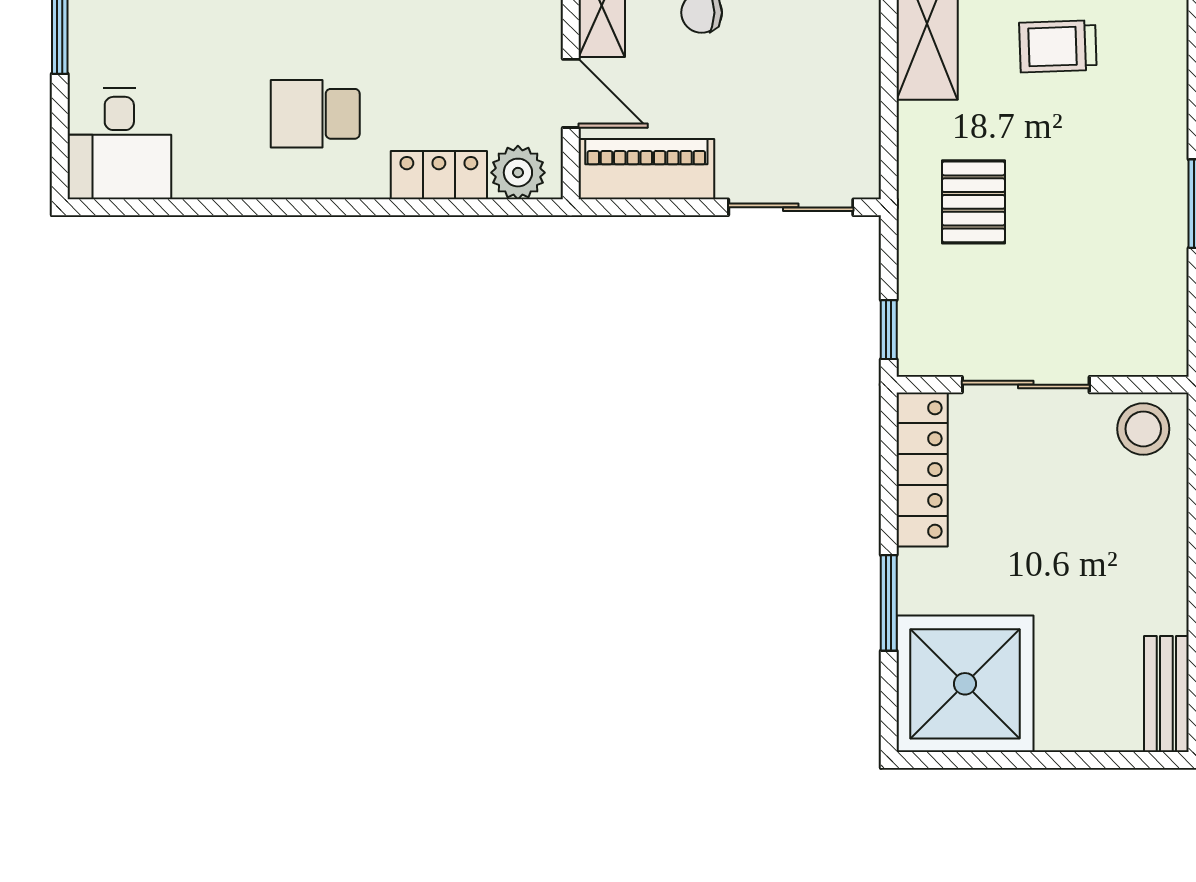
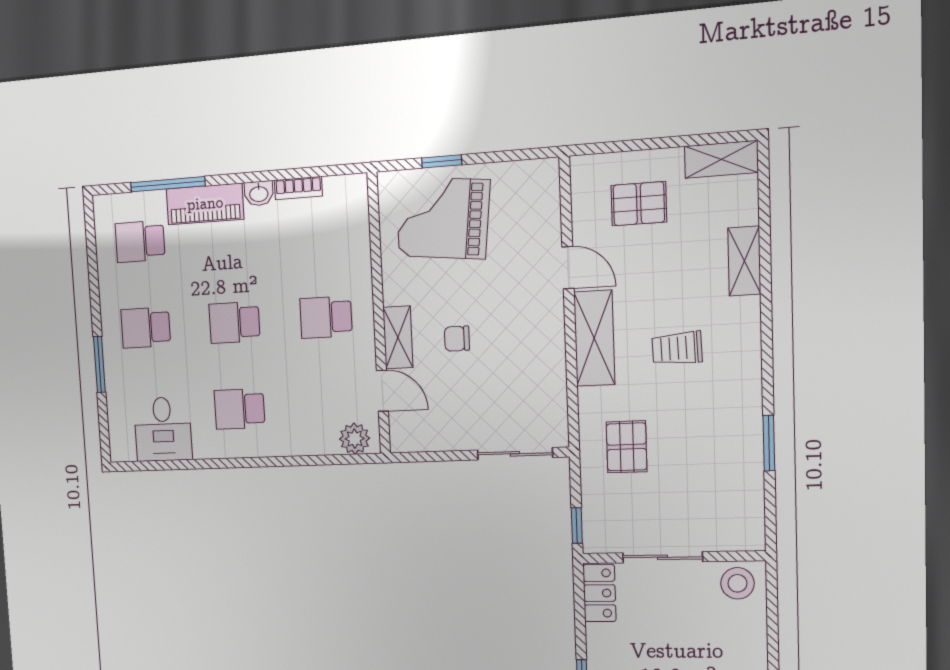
desk: (119, 144) -> (163, 429), moved
piano: (646, 169) -> (428, 434), removed
locker: (439, 175) -> (310, 442), removed
locker: (922, 470) -> (599, 593), width x0.66

